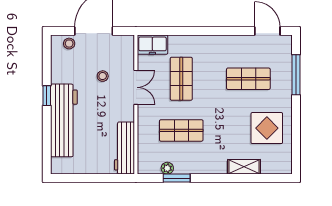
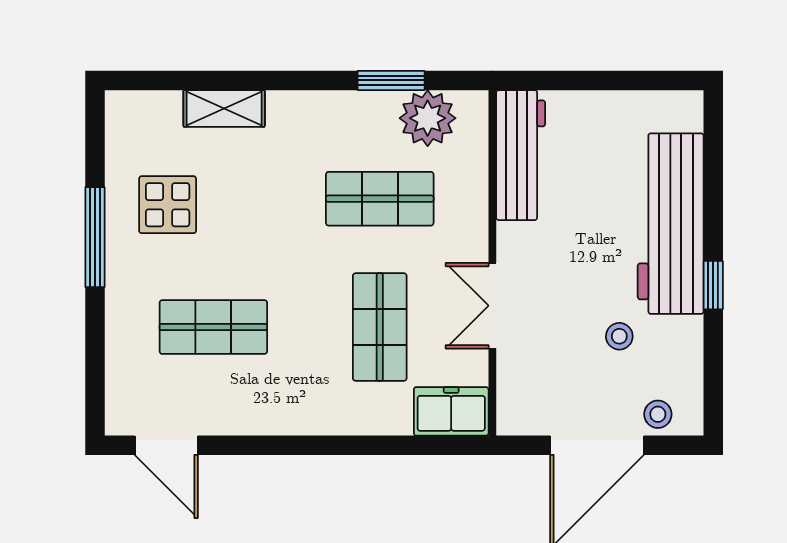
window: (296, 75) -> (95, 237), moved
stool: (103, 76) -> (619, 336), moved
display table: (267, 128) -> (168, 205), width x0.73, depth x0.73
plant: (167, 168) -> (428, 118), width x1.88, depth x1.88

